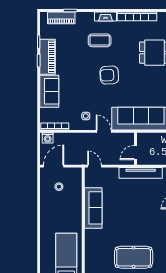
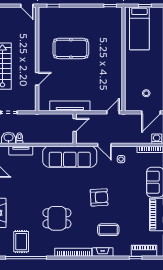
door: (95, 166) -> (113, 112), swing flipped
sofa: (93, 208) -> (114, 73), removed
pool table: (134, 257) -> (71, 48), moved

